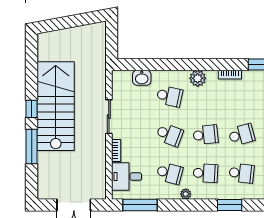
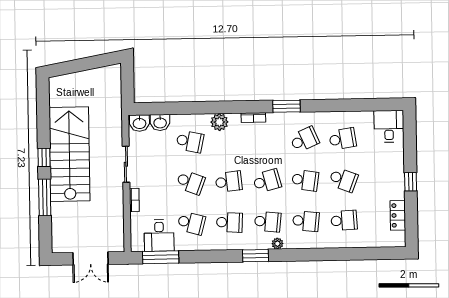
washbasin: (122, 78) -> (140, 123), added
desk: (127, 177) -> (159, 236), moved, turned -90
plant: (186, 194) -> (277, 244), moved

